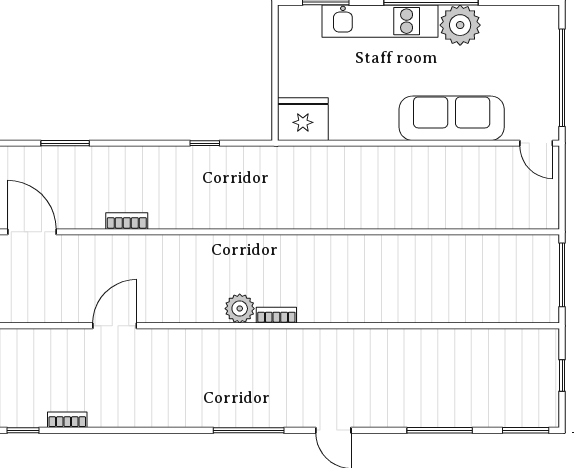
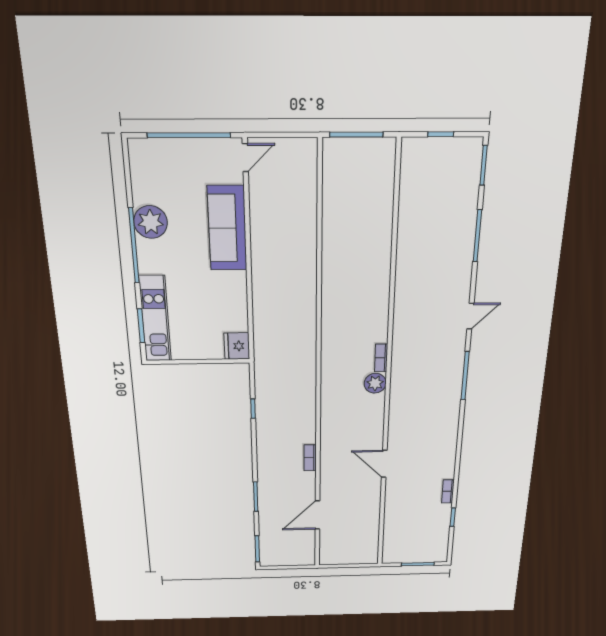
kitchen unit: (380, 21) -> (155, 319), moved
fridge: (303, 119) -> (237, 346), width x0.73, depth x0.75

